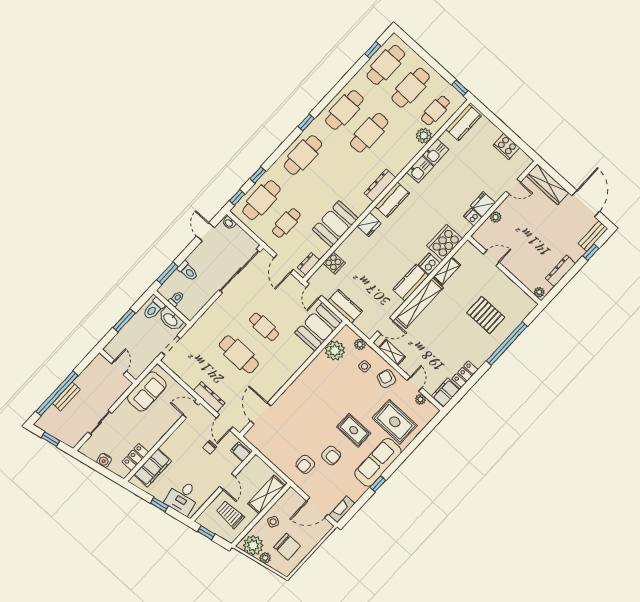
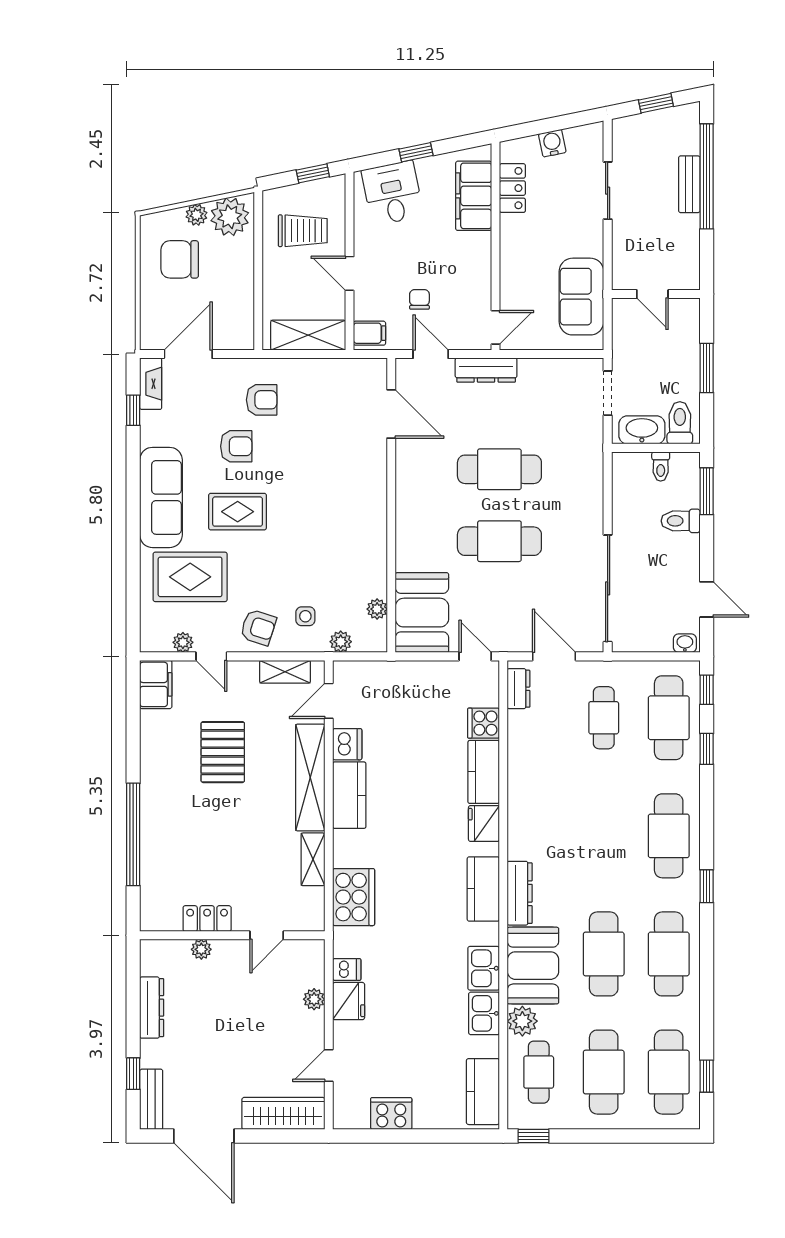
booth: (335, 224) -> (533, 966), moved
dishwasher: (429, 264) -> (347, 744), moved
plant: (539, 292) -> (201, 949), moved
kitchen counter: (345, 306) -> (484, 772), moved, turned 90
pallet: (486, 315) -> (223, 752), moved, turned 90
cafe table: (264, 327) -> (499, 541), width x1.37, depth x1.35
plant: (335, 351) -> (377, 609), width x0.53, depth x0.53
locker: (465, 374) -> (207, 919), moved, turned -90
armchair: (331, 456) -> (236, 446), turned 180
armchair: (305, 464) -> (262, 400), turned 90
window: (378, 484) -> (133, 410), moved
shelving: (267, 494) -> (308, 335), moved, turned 90
side table: (273, 522) -> (232, 276), removed

